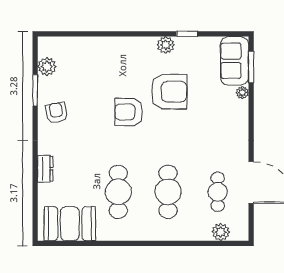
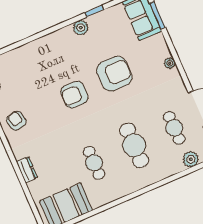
armchair: (169, 92) -> (114, 74), moved
plant: (242, 93) -> (170, 63), moved
cafe table: (118, 192) -> (94, 163), width x0.73, depth x0.74

